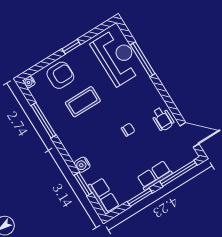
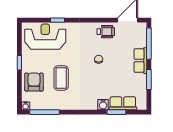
window: (143, 59) -> (58, 20), width x0.46
window: (43, 120) -> (45, 112), moved
row of seats: (104, 196) -> (123, 103), moved

